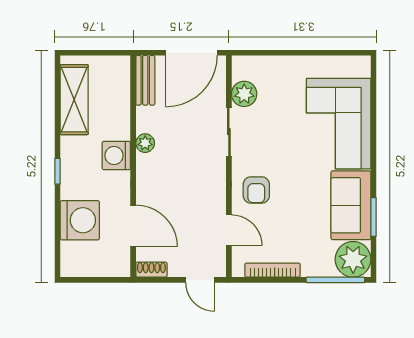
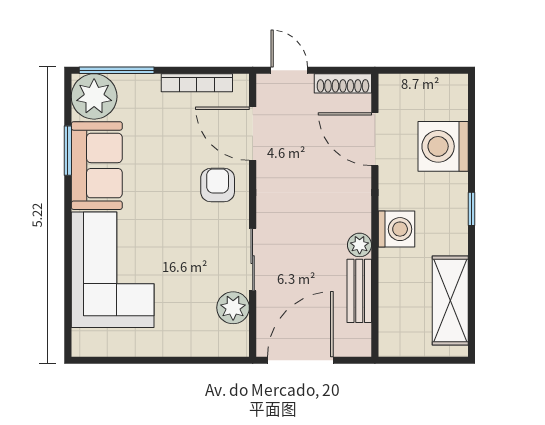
bench: (145, 80) -> (359, 291), moved
door: (229, 230) -> (253, 134), width x1.38
shoe rack: (151, 270) -> (343, 83), width x1.43

